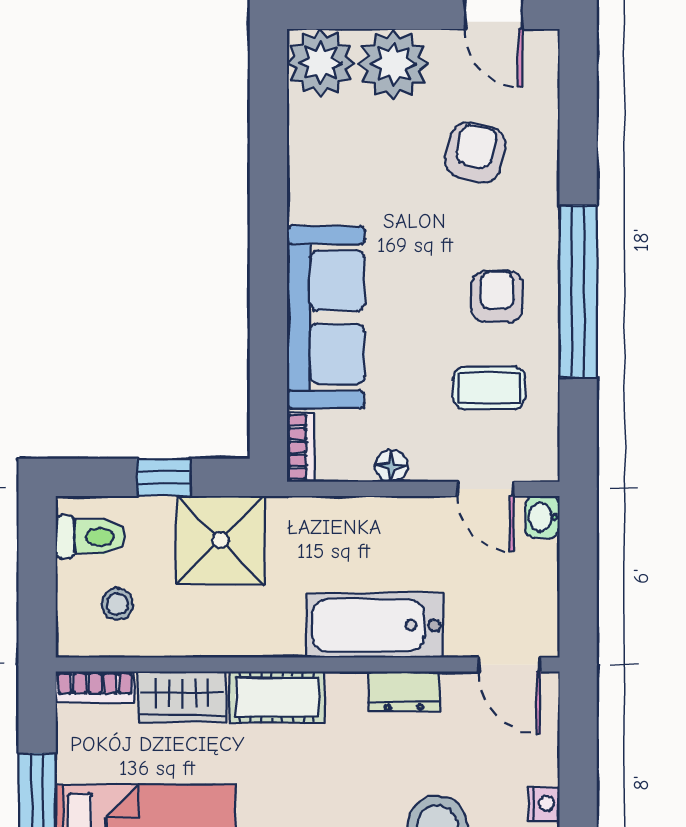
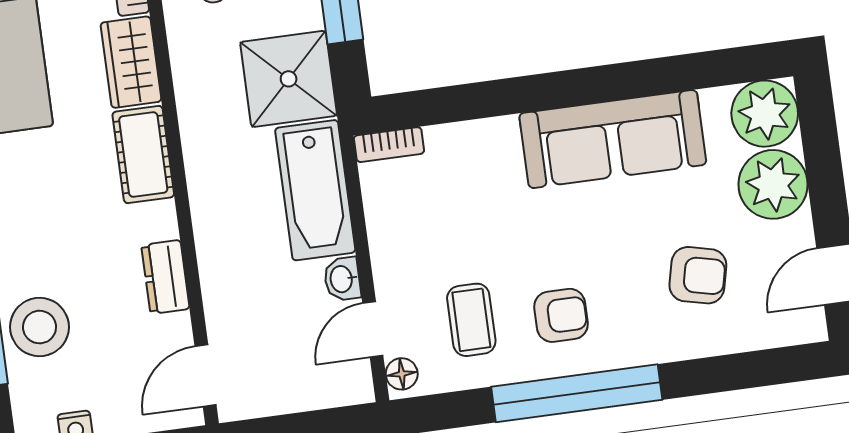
sofa: (326, 317) -> (613, 139), moved
floor lamp: (391, 466) -> (402, 374), moved
washbasin: (542, 517) -> (342, 279), moved, turned -90
bathtub: (375, 625) -> (315, 190), moved, turned 180

